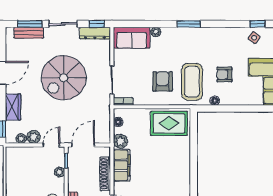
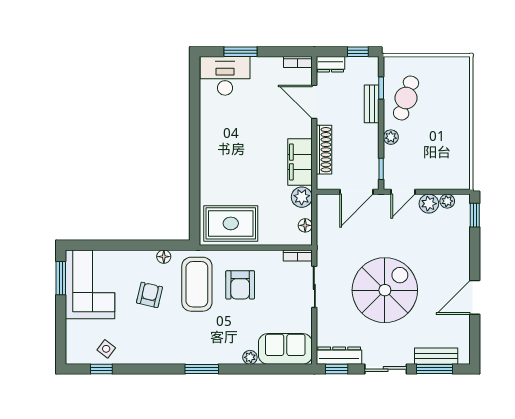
armchair: (224, 75) -> (149, 295), turned -77
wardrobe: (13, 107) -> (459, 247), removed
plant: (60, 172) -> (391, 137), moved

